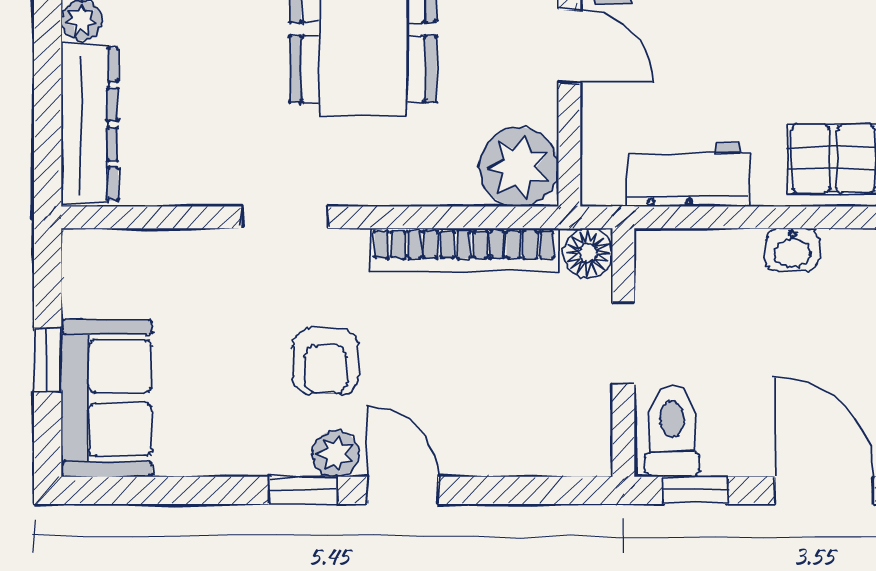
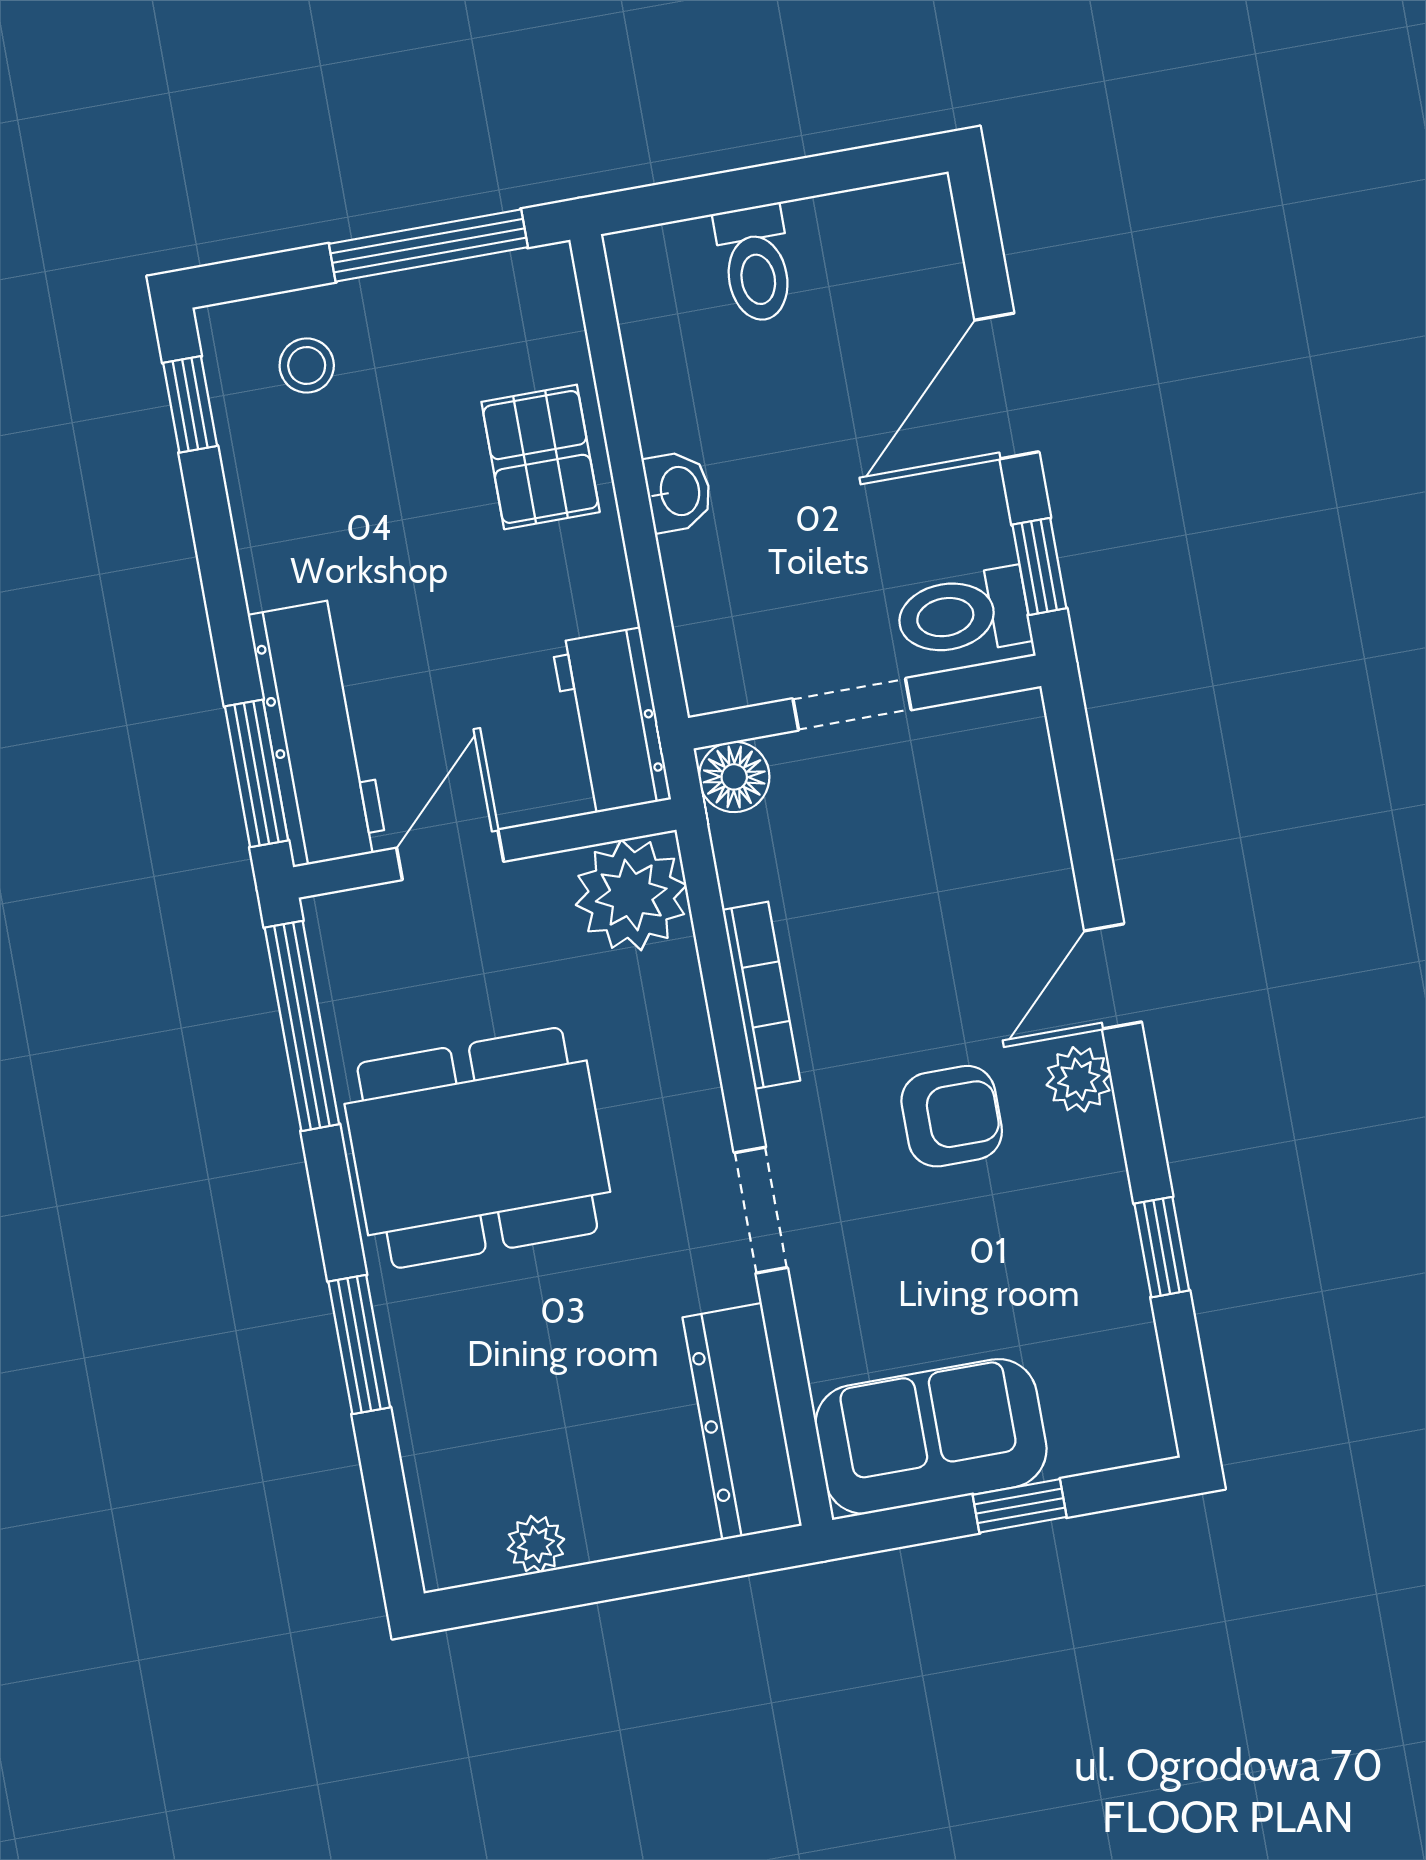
dresser: (90, 124) -> (742, 1421), moved, turned -90
workbench: (688, 175) -> (611, 721), moved
bookcase: (464, 250) -> (761, 995), width x0.68, depth x0.76
sofa: (107, 398) -> (931, 1436), moved
window: (303, 490) -> (1162, 1247), moved

